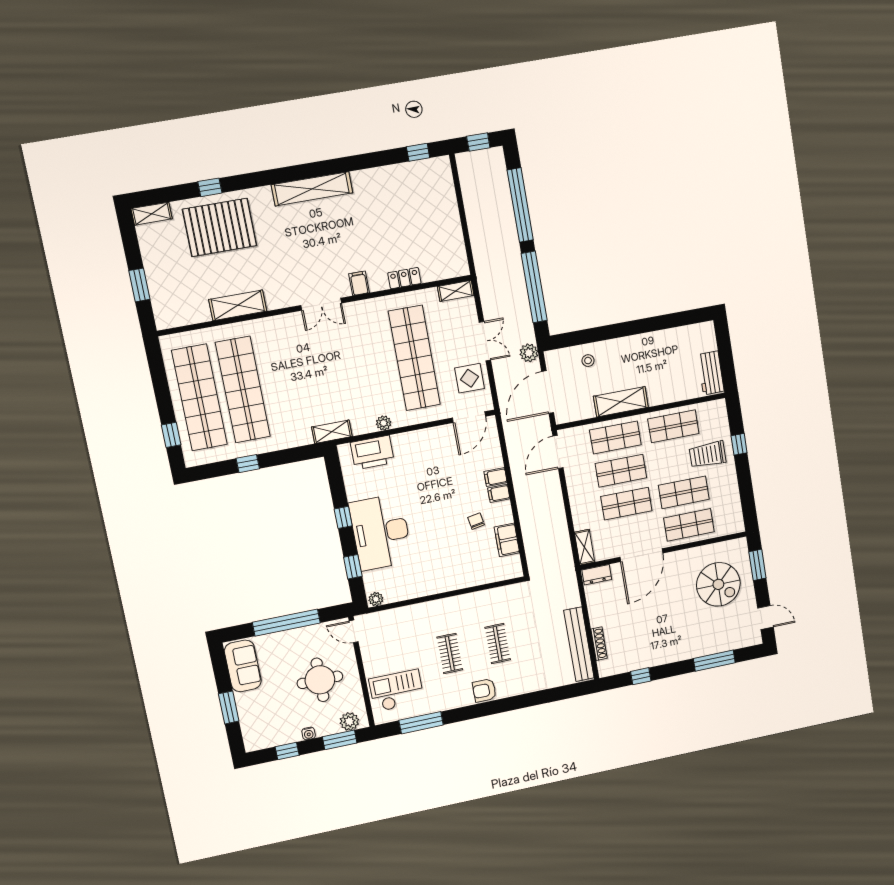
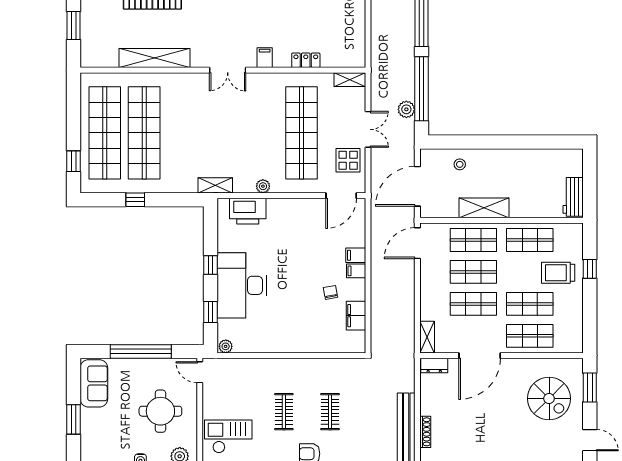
shelving: (238, 305) -> (155, 58), width x1.47
plant: (529, 353) -> (406, 109), moved

